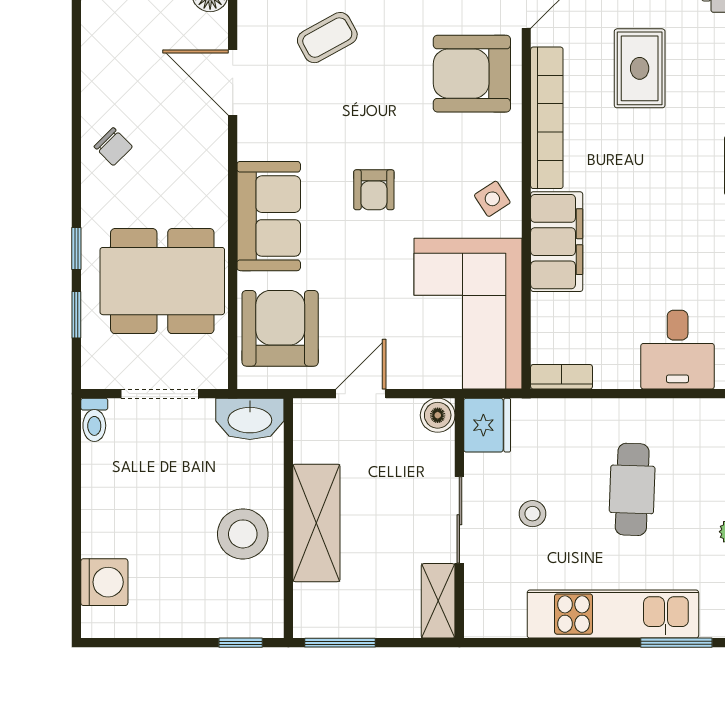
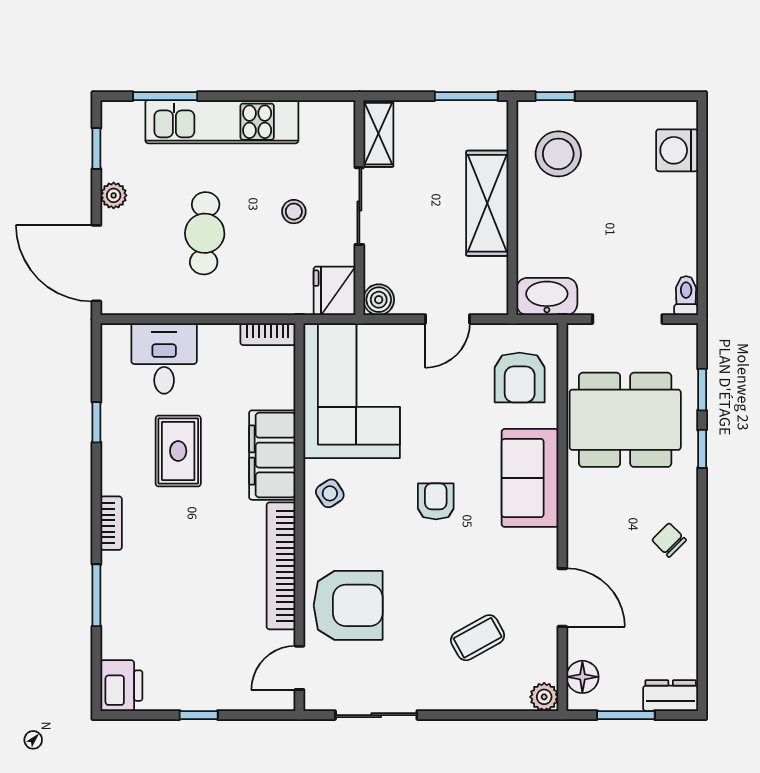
rug: (640, 68) -> (178, 451), moved
armchair: (280, 328) -> (520, 377), width x0.73, depth x0.73
stool: (243, 534) -> (558, 154), moved

